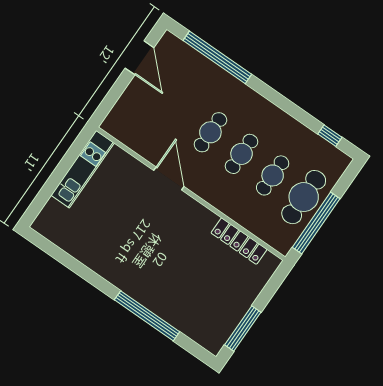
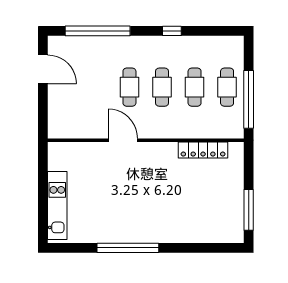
window: (330, 136) -> (172, 31), moved
kitchen unit: (83, 169) -> (57, 206), moved
cafe table: (304, 197) -> (227, 87), width x0.73, depth x0.74
window: (147, 316) -> (128, 248), moved

